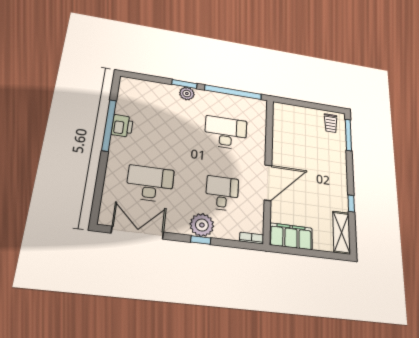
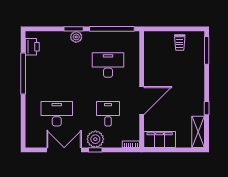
trolley: (331, 123) -> (180, 42), moved
printer: (122, 126) -> (32, 47), moved
double door: (138, 233) -> (64, 150), moved

